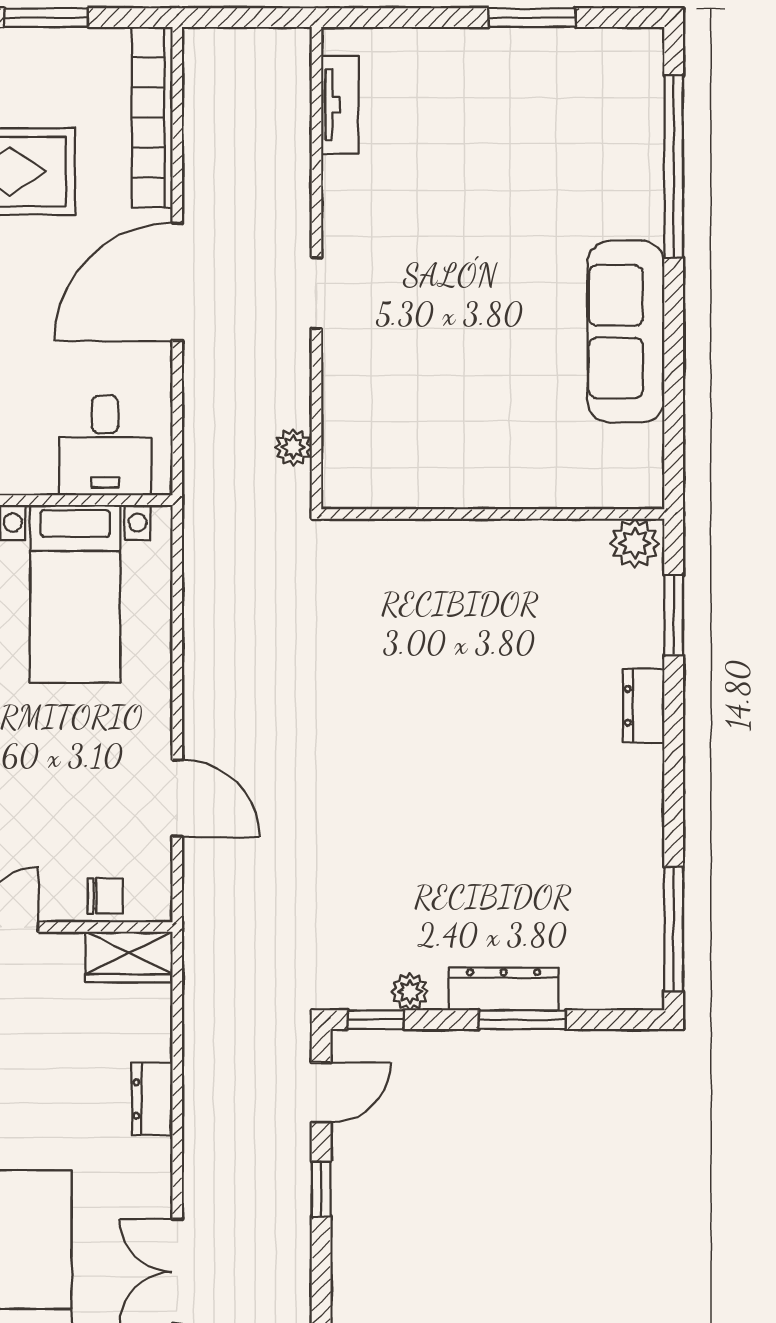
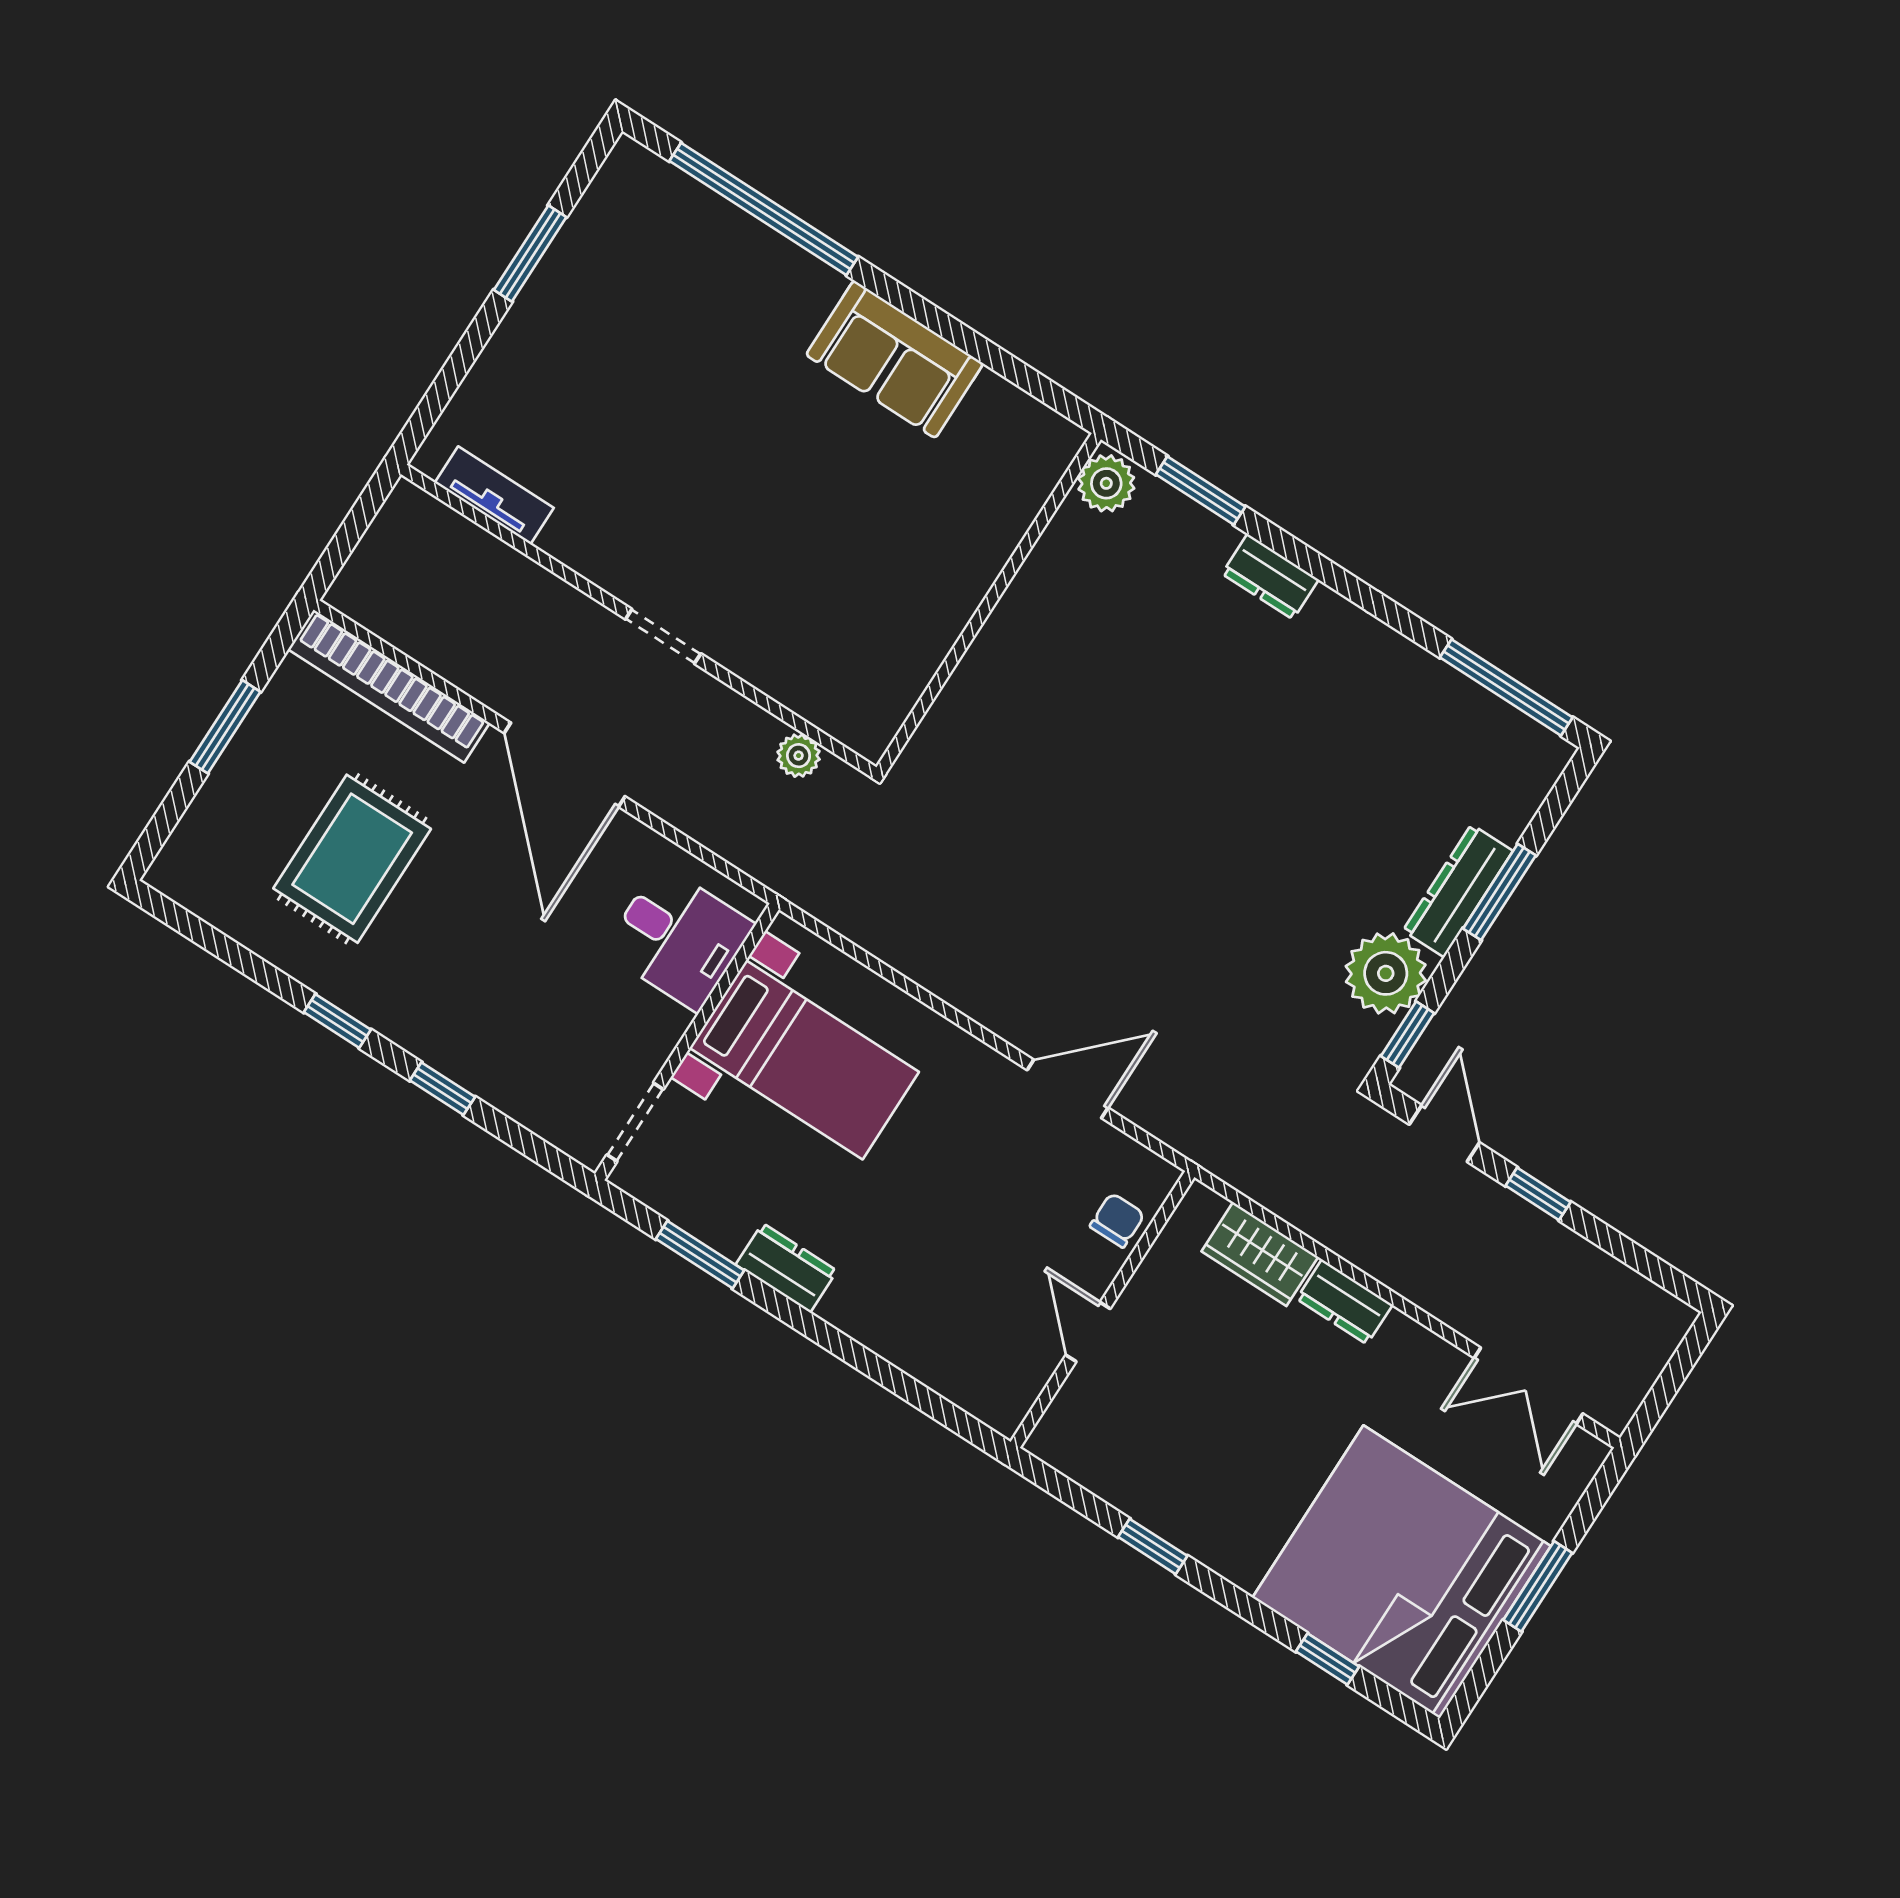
sofa: (626, 332) -> (895, 359), width x0.73
wardrobe: (129, 957) -> (1260, 1254), moved, turned 90
plant: (410, 992) -> (1386, 973), width x1.88, depth x1.88

